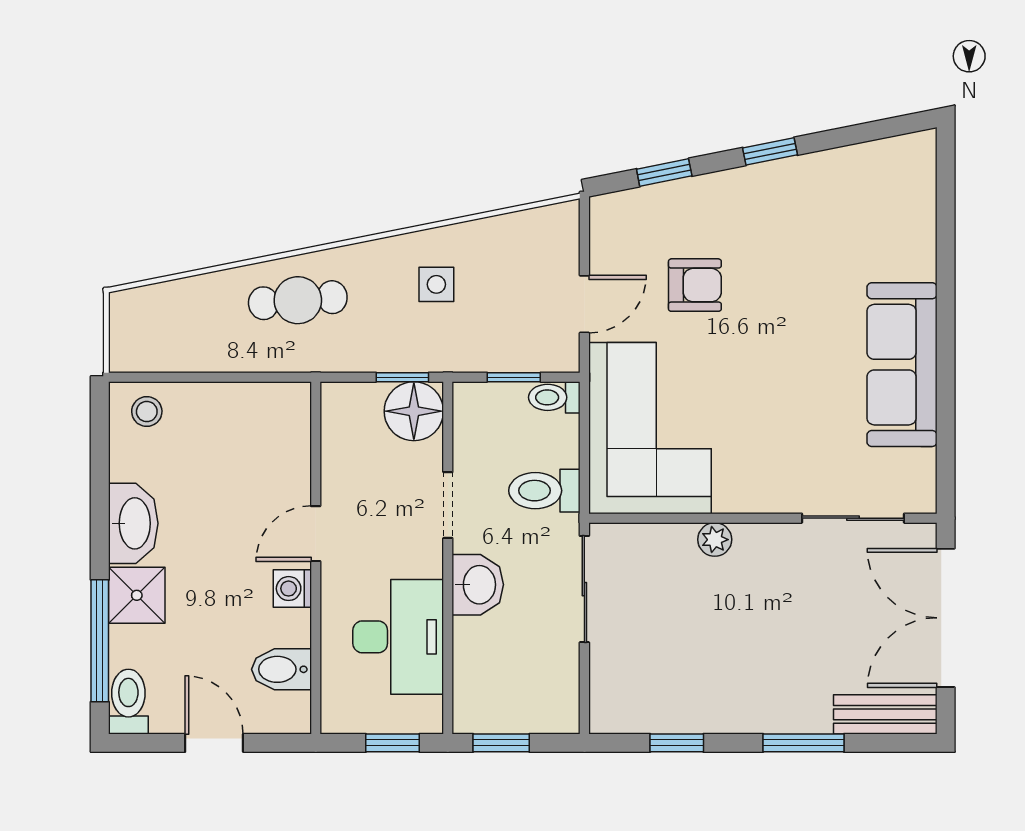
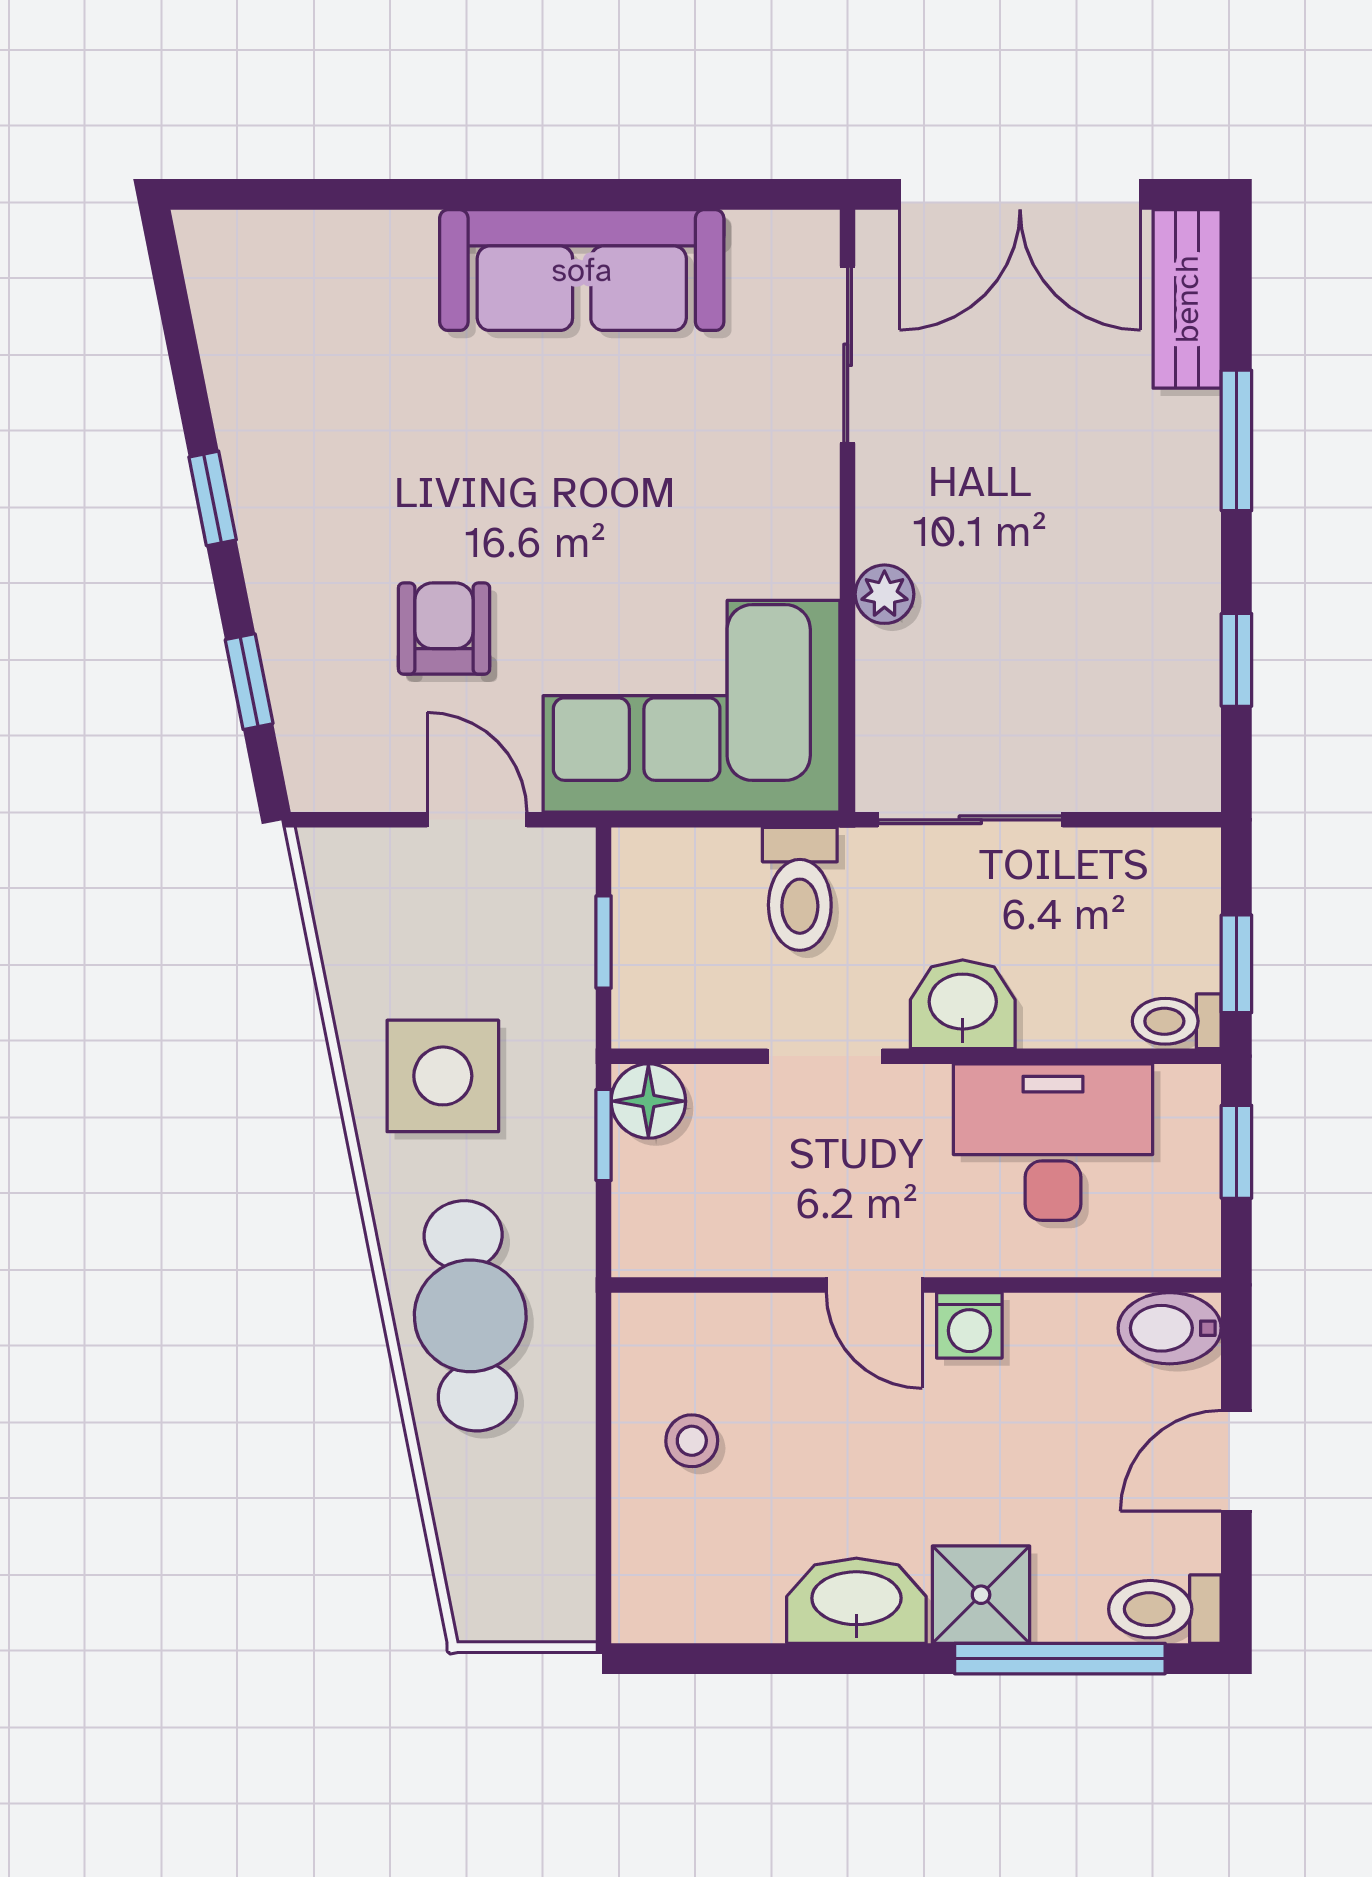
side table: (436, 284) -> (443, 1076), width x1.87, depth x1.87
cafe table: (298, 300) -> (470, 1316), width x1.37, depth x1.35
toilet: (554, 397) -> (1177, 1021), moved, turned 90
floor lamp: (414, 411) -> (648, 1101), width x0.73, depth x0.73
stool: (147, 412) -> (692, 1441), moved
bidet: (281, 669) -> (1170, 1328), moved, turned 90

